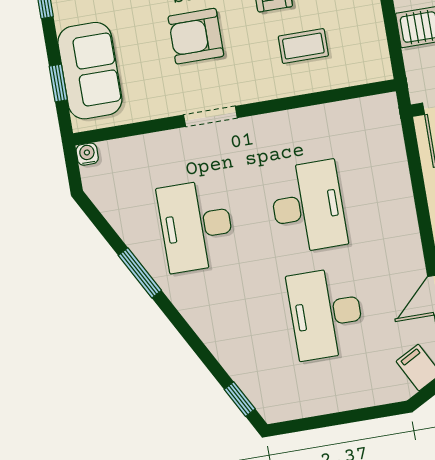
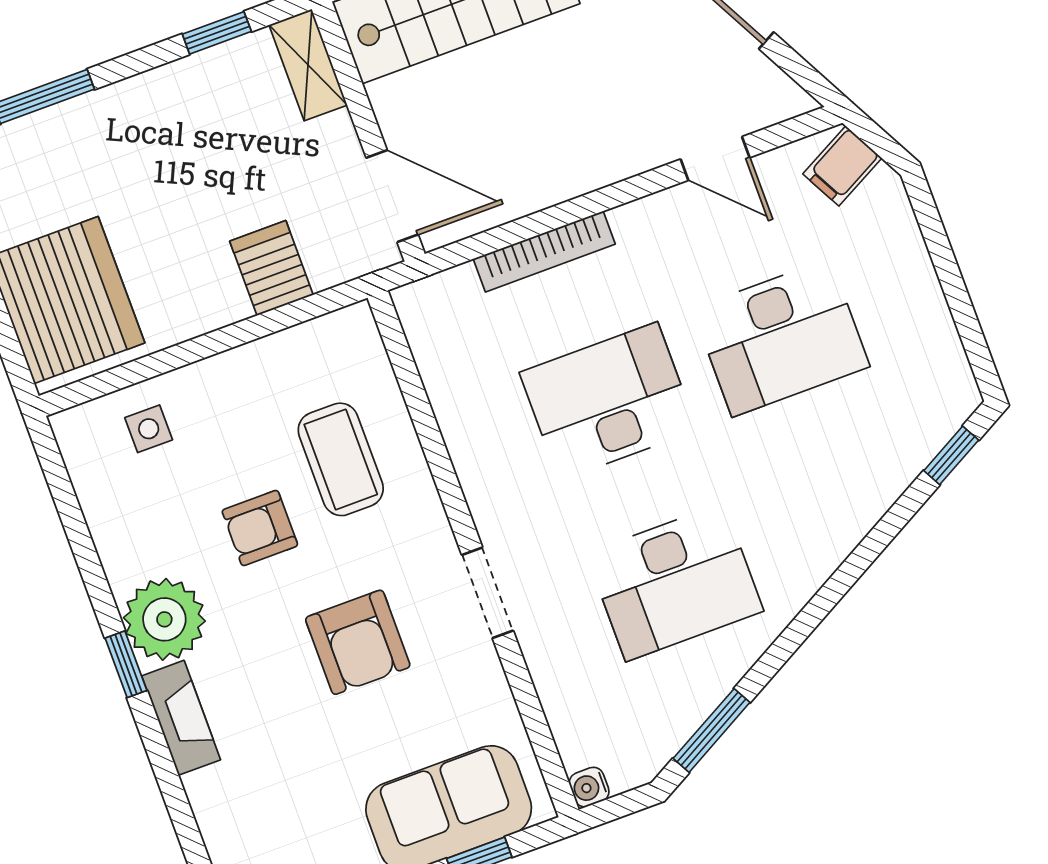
coffee table: (303, 46) -> (341, 459), width x1.36, depth x1.30
bookcase: (401, 186) -> (544, 251), added
window: (140, 273) -> (712, 730), moved

